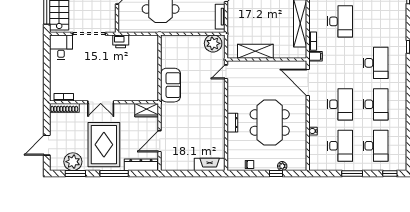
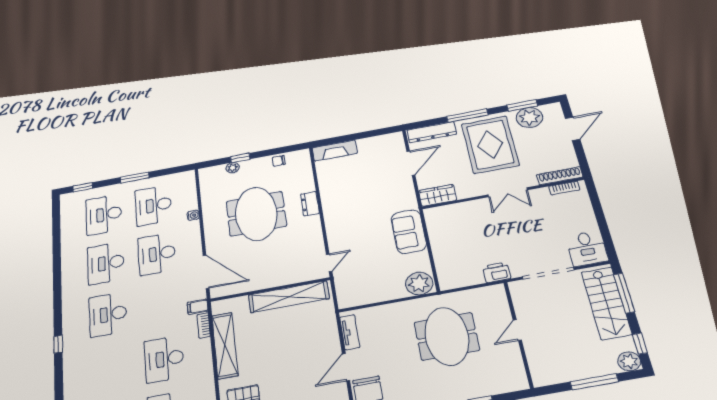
plant: (213, 43) -> (419, 284), moved
shelving: (255, 51) -> (289, 297), width x1.47
double door: (101, 102) -> (508, 192), swing flipped

